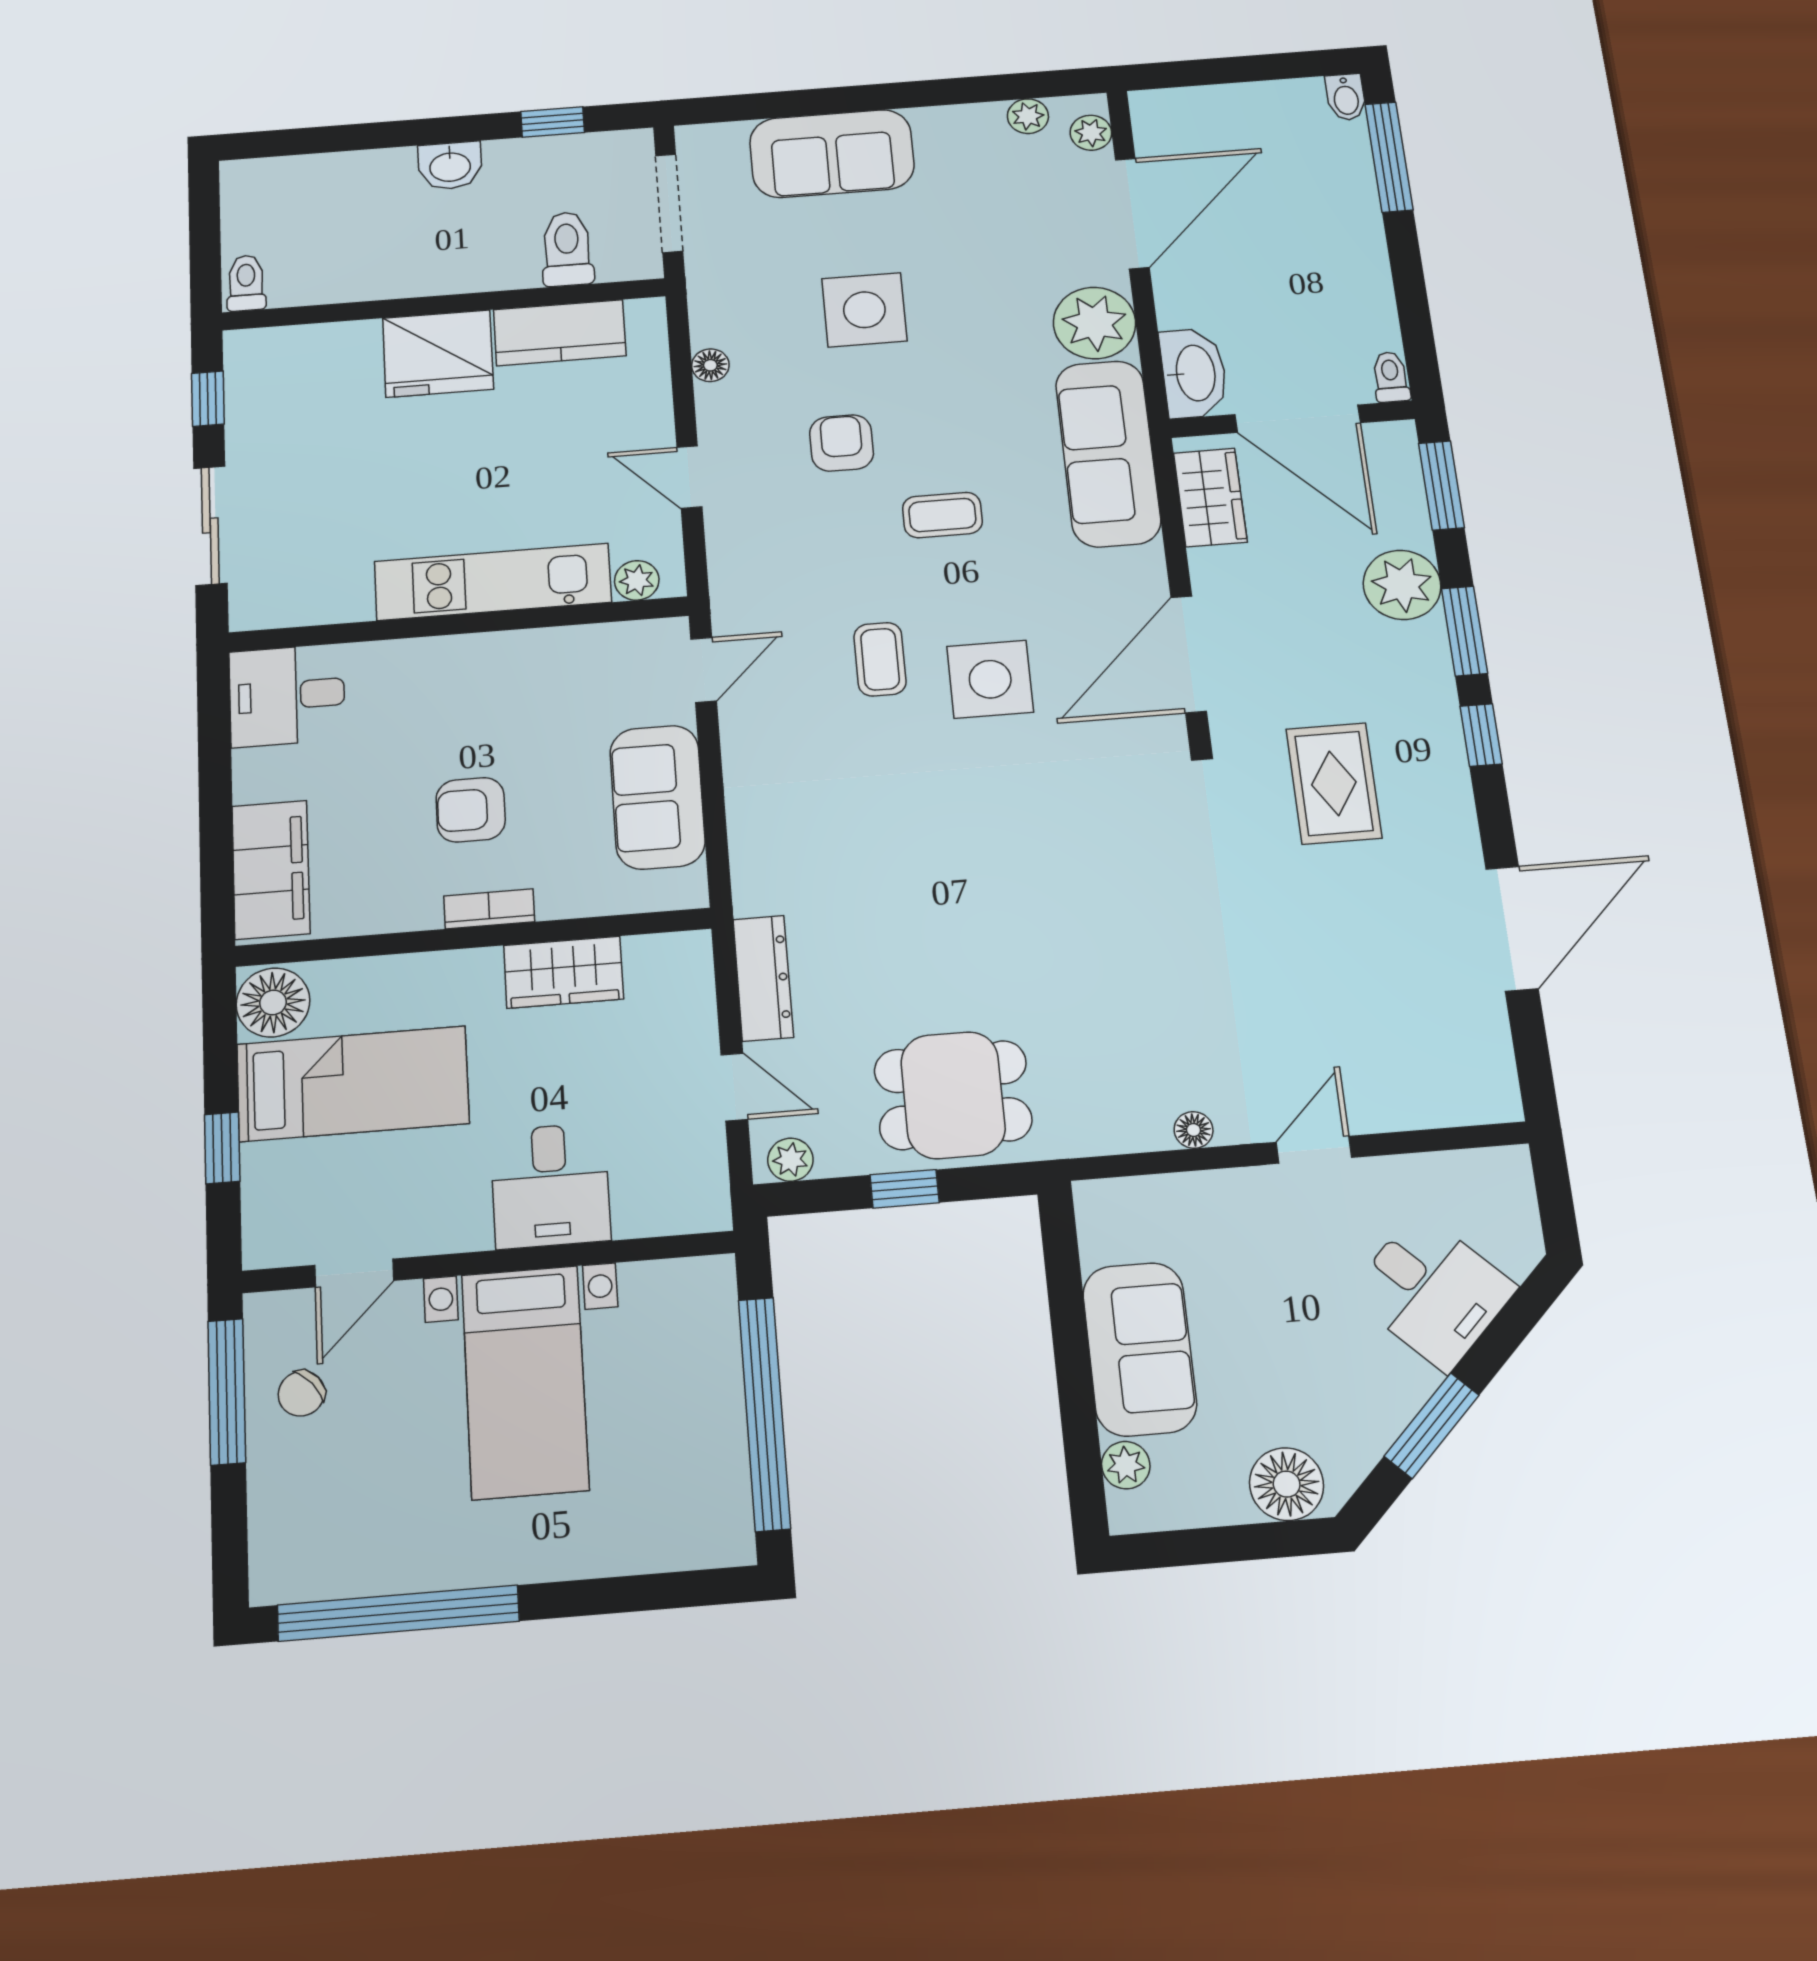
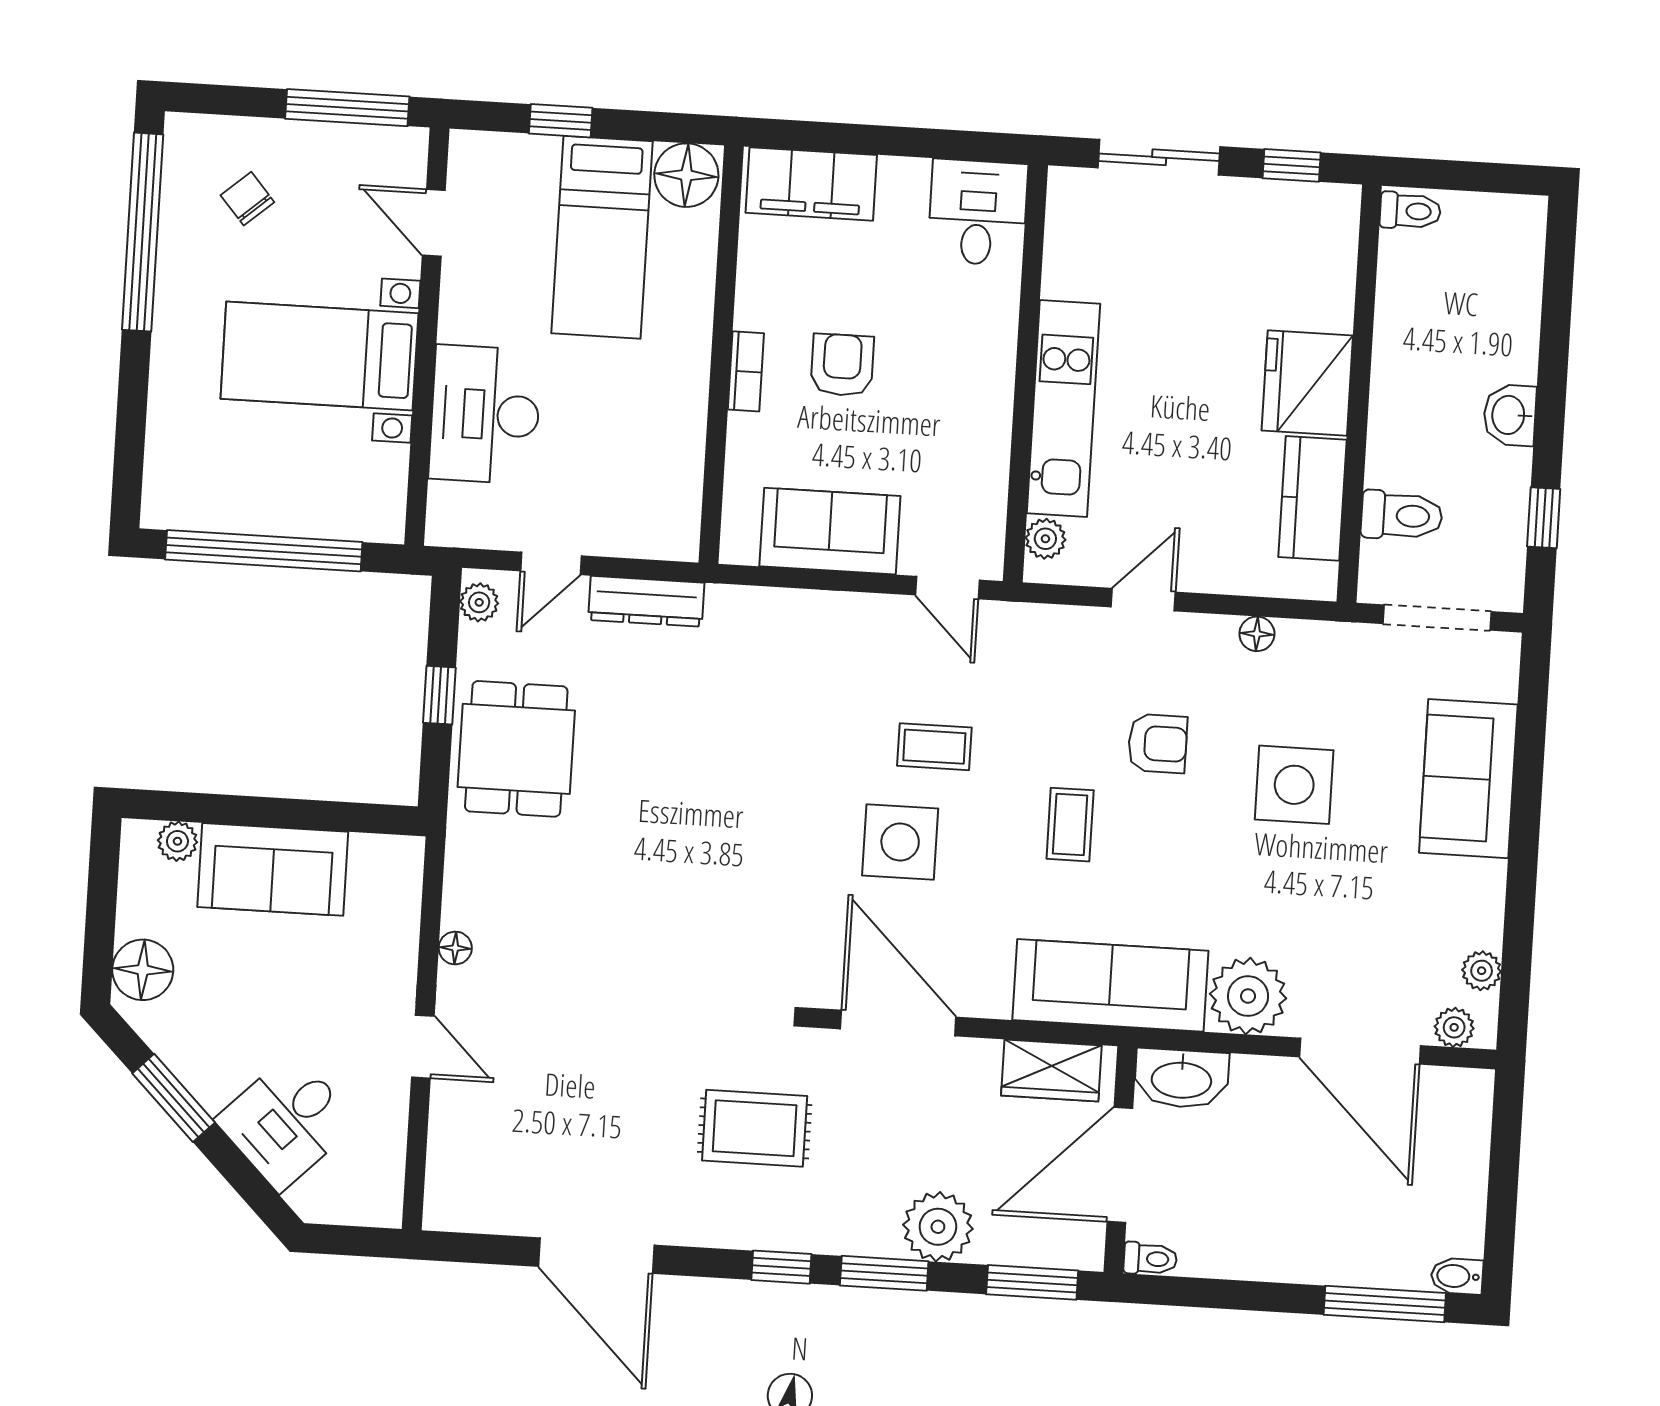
wardrobe: (563, 972) -> (677, 429), removed
desk: (550, 1186) -> (485, 414), width x1.37
chair: (301, 1393) -> (247, 199), moved

